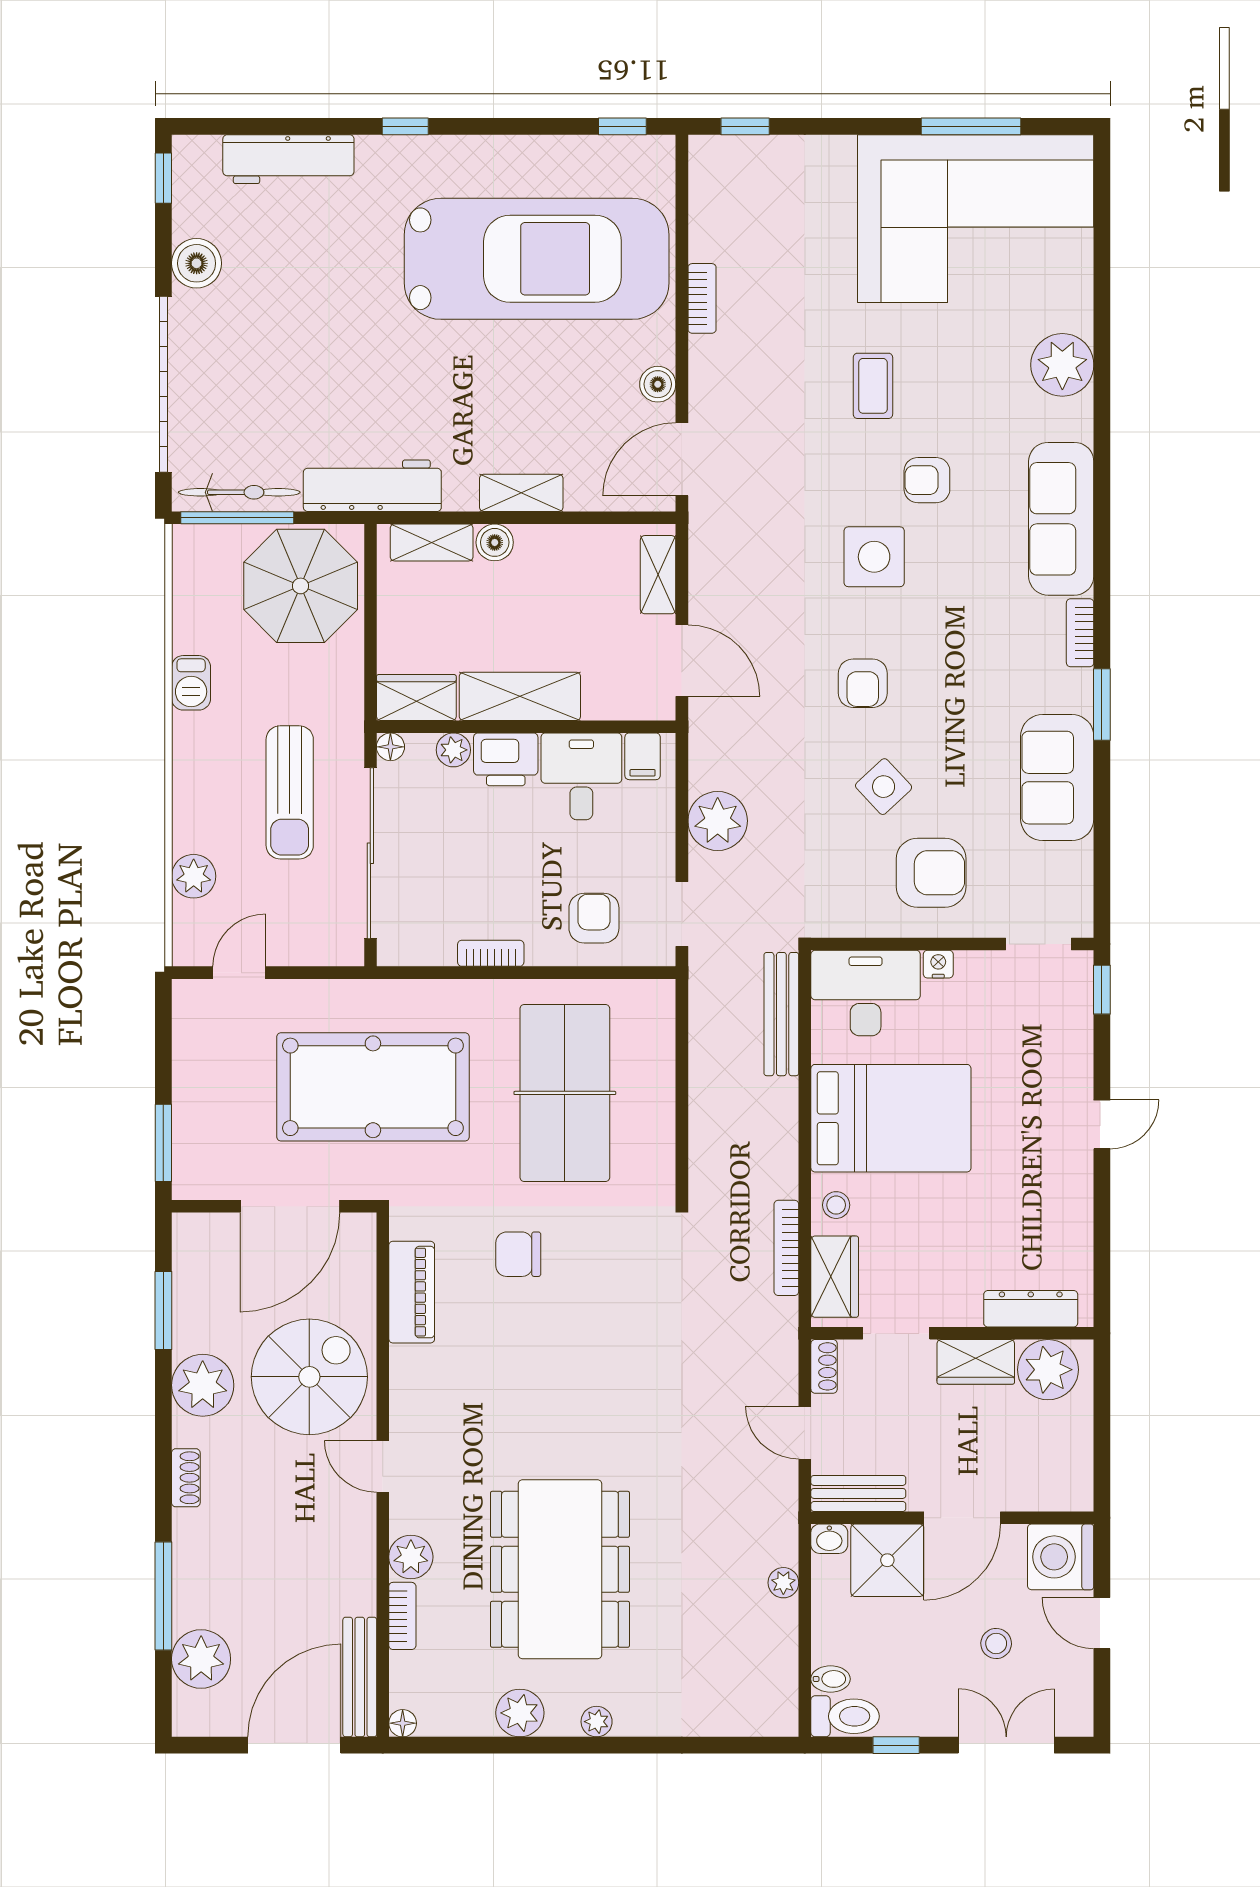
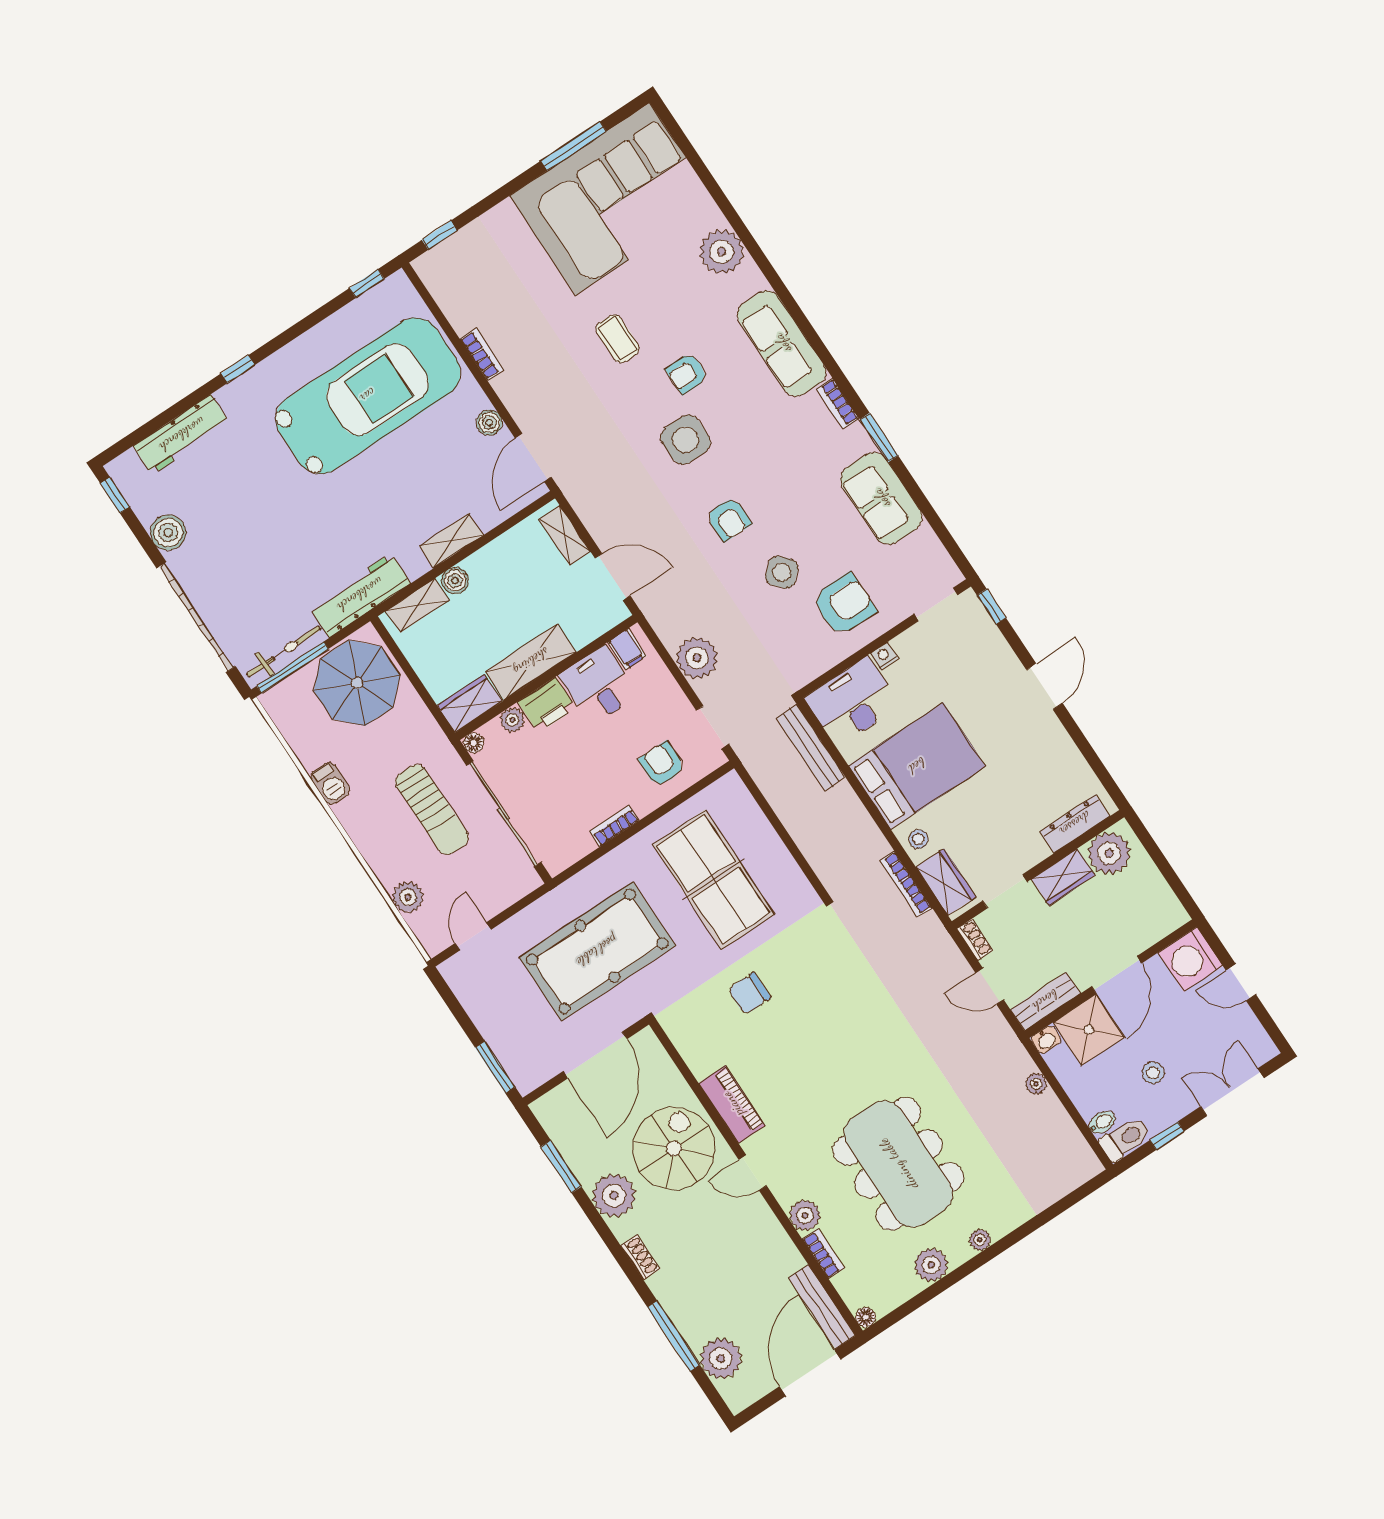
door: (1102, 1124) -> (1044, 686), width x1.38
piano: (412, 1292) -> (732, 1104), moved
stool: (996, 1643) -> (1153, 1073), moved

